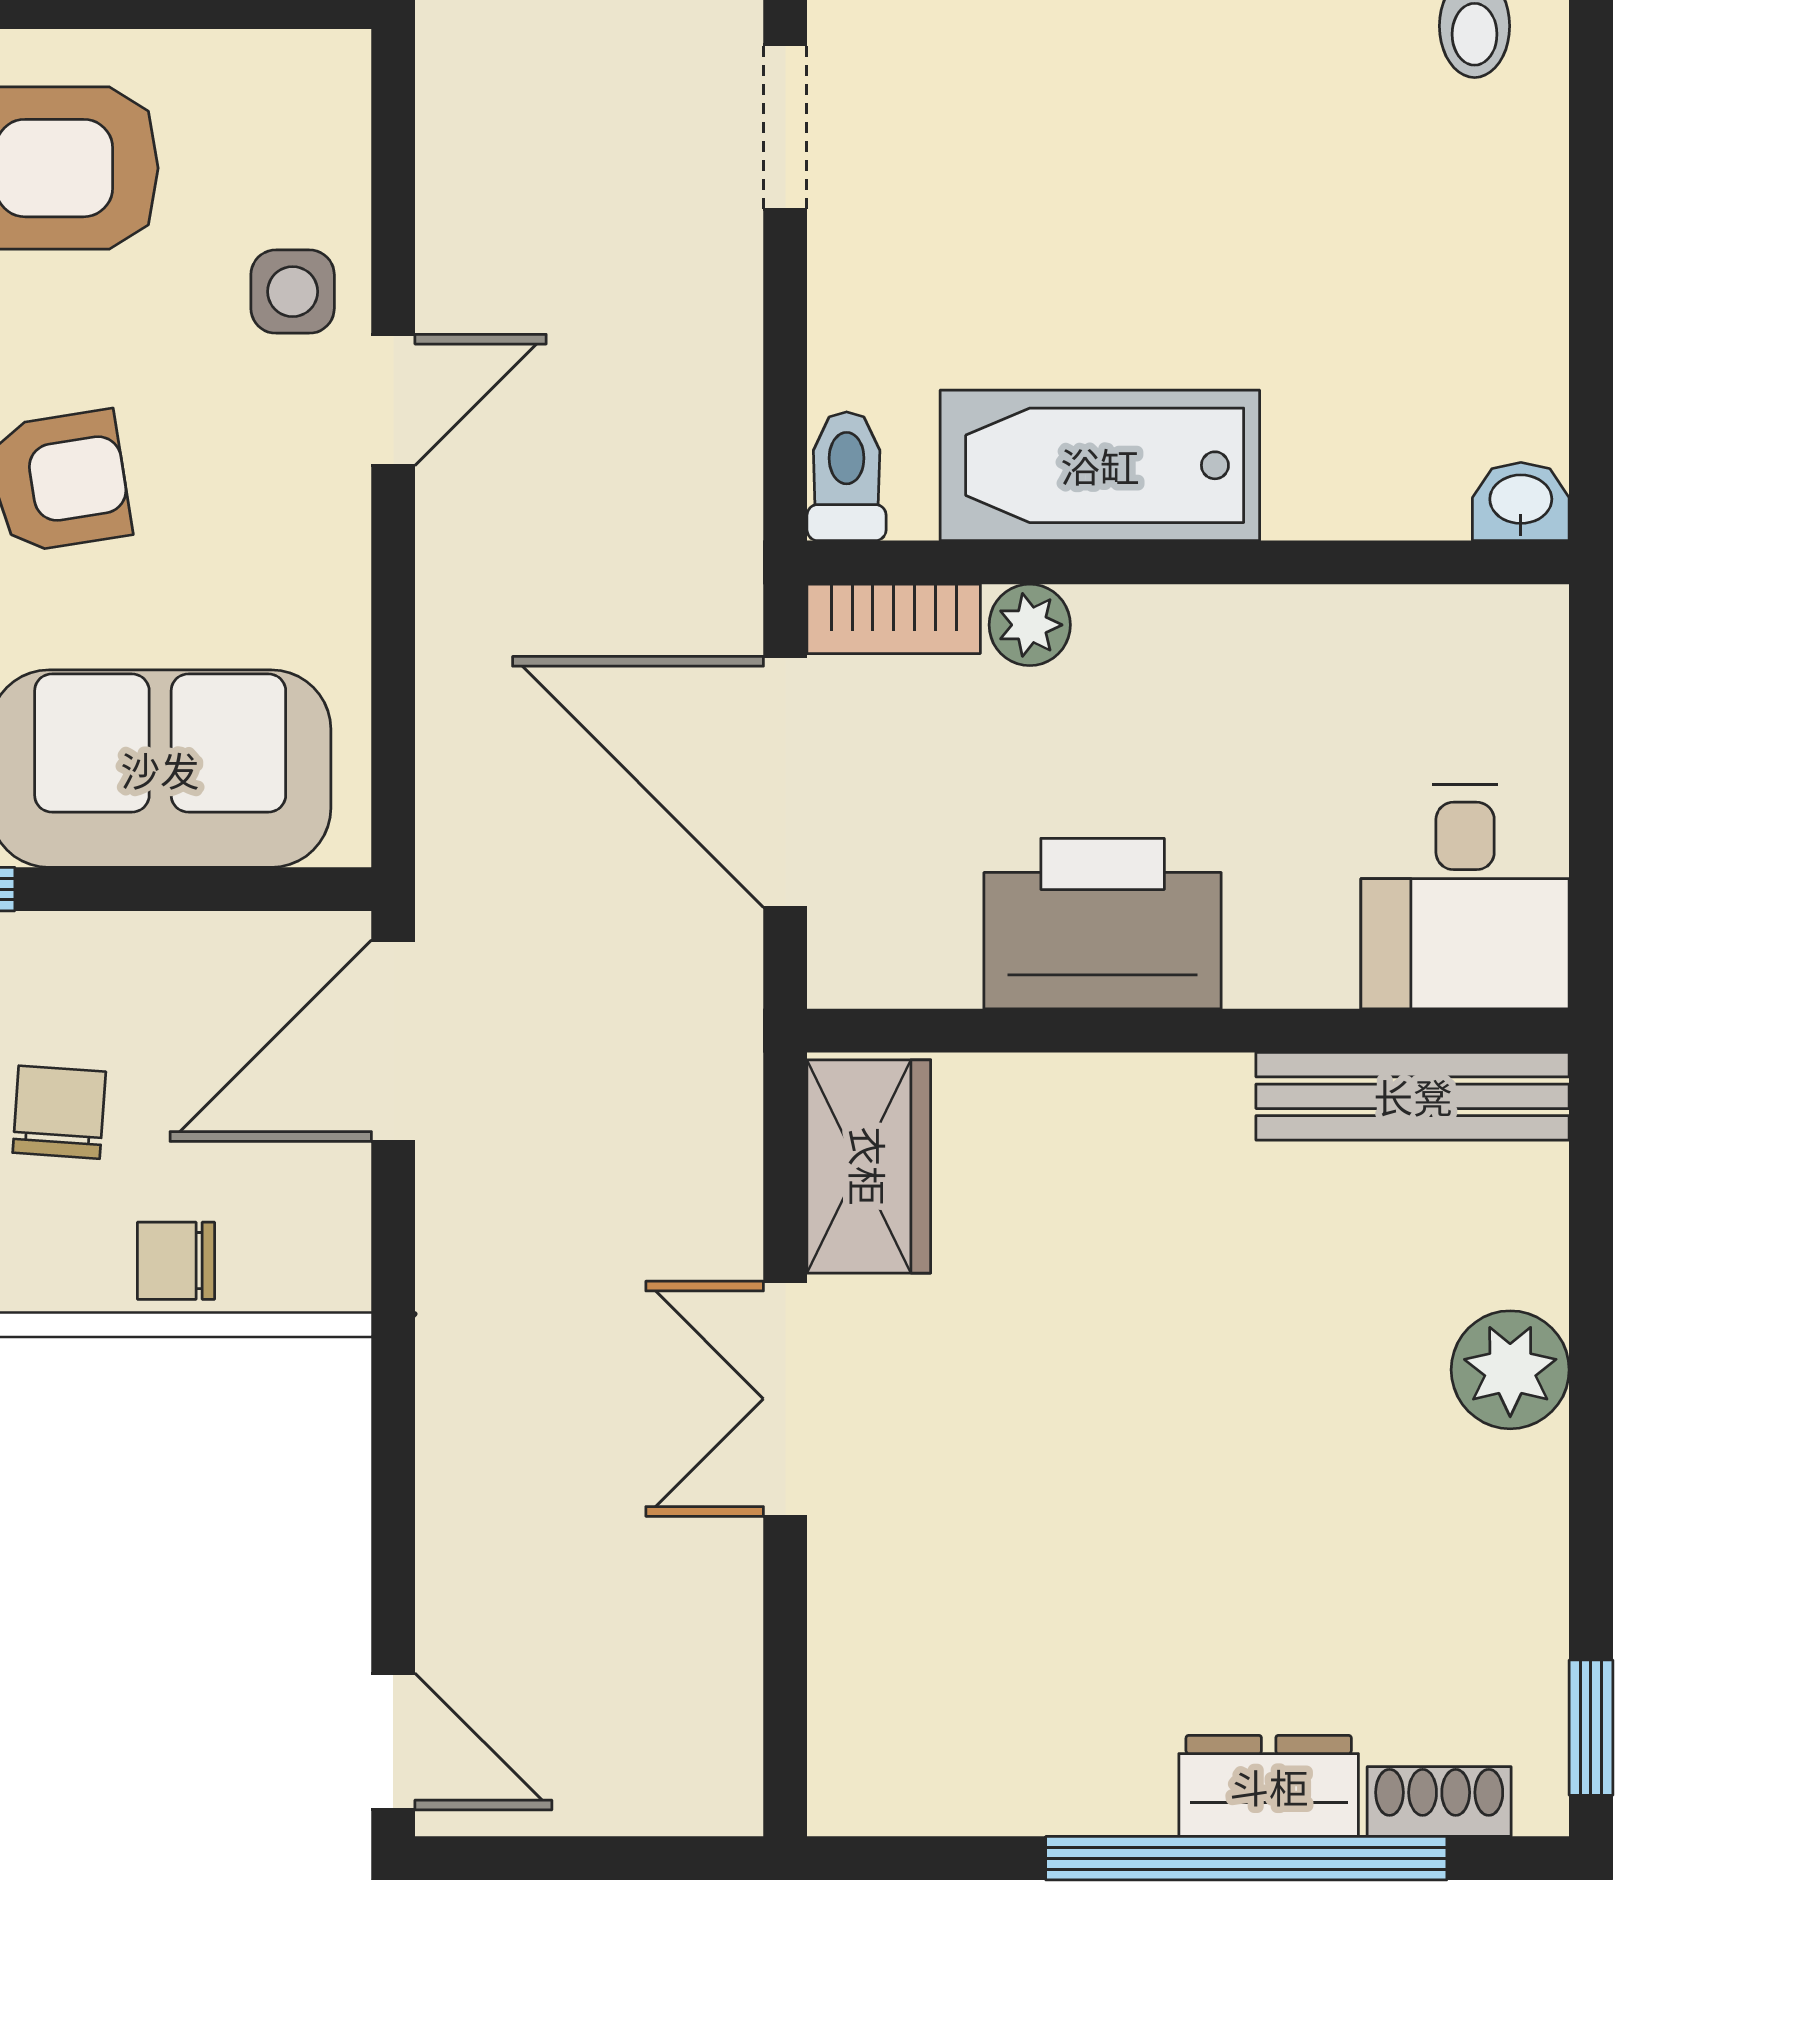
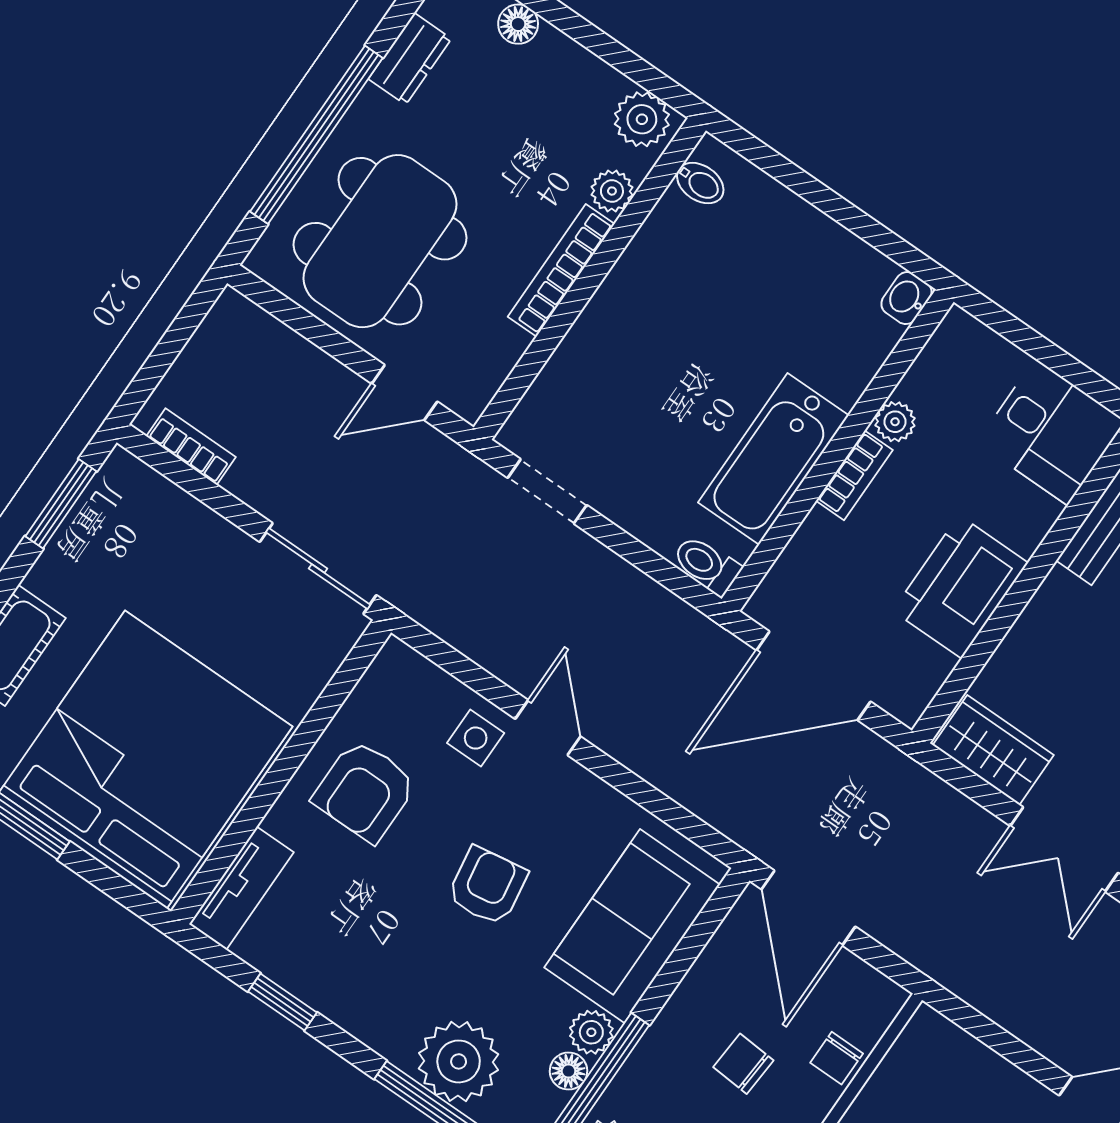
bookcase: (894, 619) -> (854, 475), moved
plant: (1030, 625) -> (895, 422), moved

